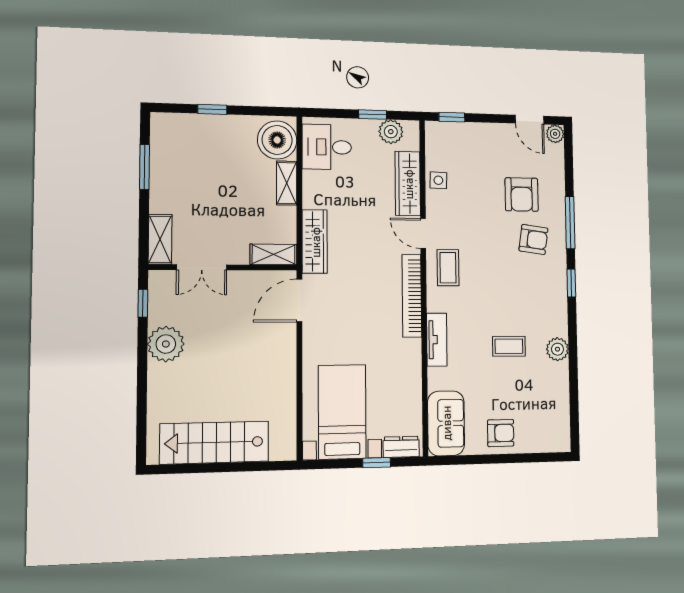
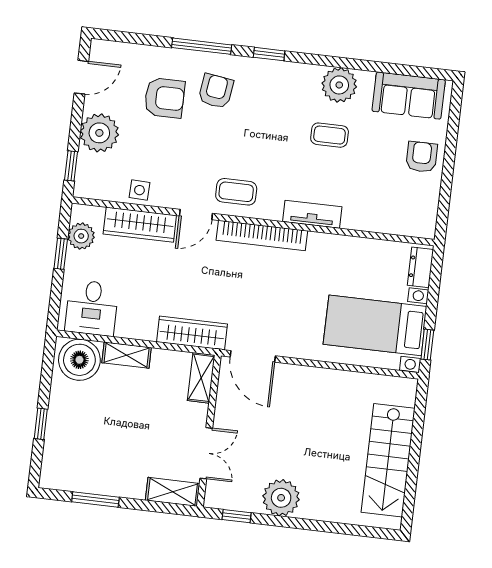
plant: (555, 134) -> (99, 133), moved, width x1.87, depth x1.87
coffee table: (509, 346) -> (330, 135), turned 90
plant: (557, 349) -> (339, 85), width x1.36, depth x1.36
sofa: (446, 423) -> (409, 96), moved, turned 180
window: (377, 463) -> (427, 345), moved

